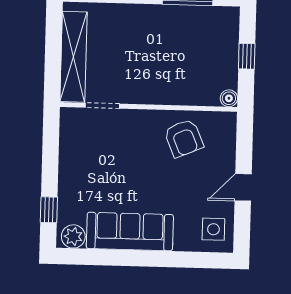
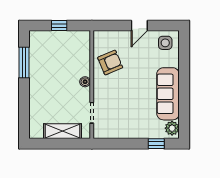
shelving: (74, 57) -> (62, 131), width x0.68
boiler: (229, 98) -> (85, 82), moved
door: (243, 187) -> (139, 25), hinge flipped

